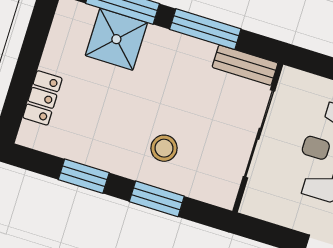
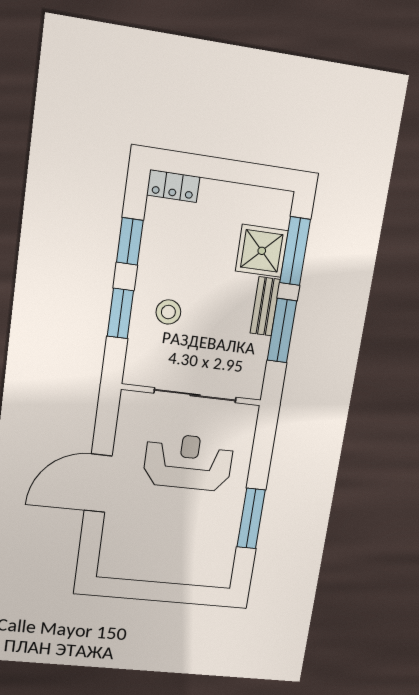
bench: (245, 65) -> (265, 306), moved
locker: (42, 98) -> (173, 186), moved

